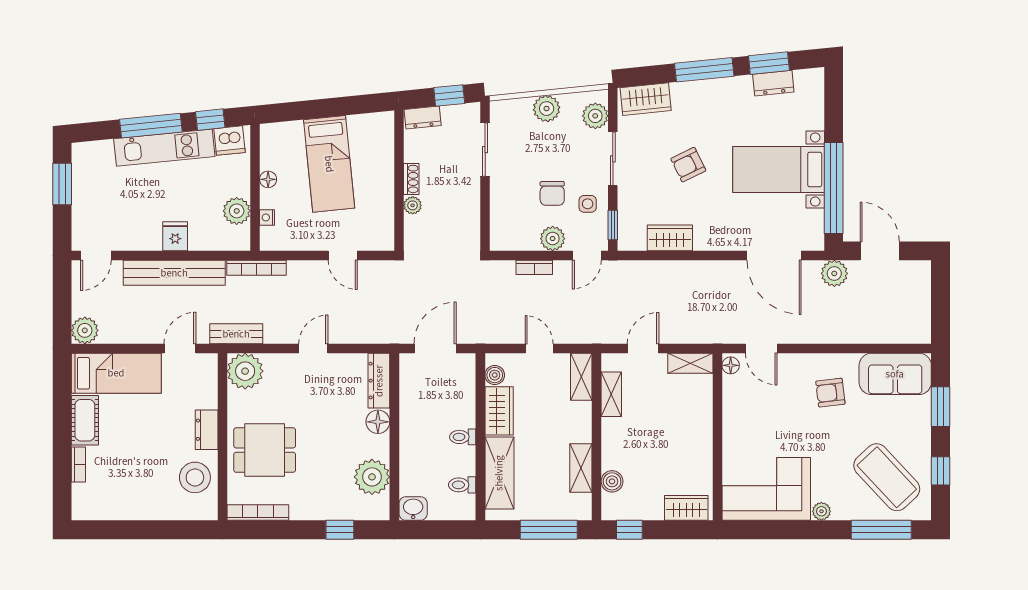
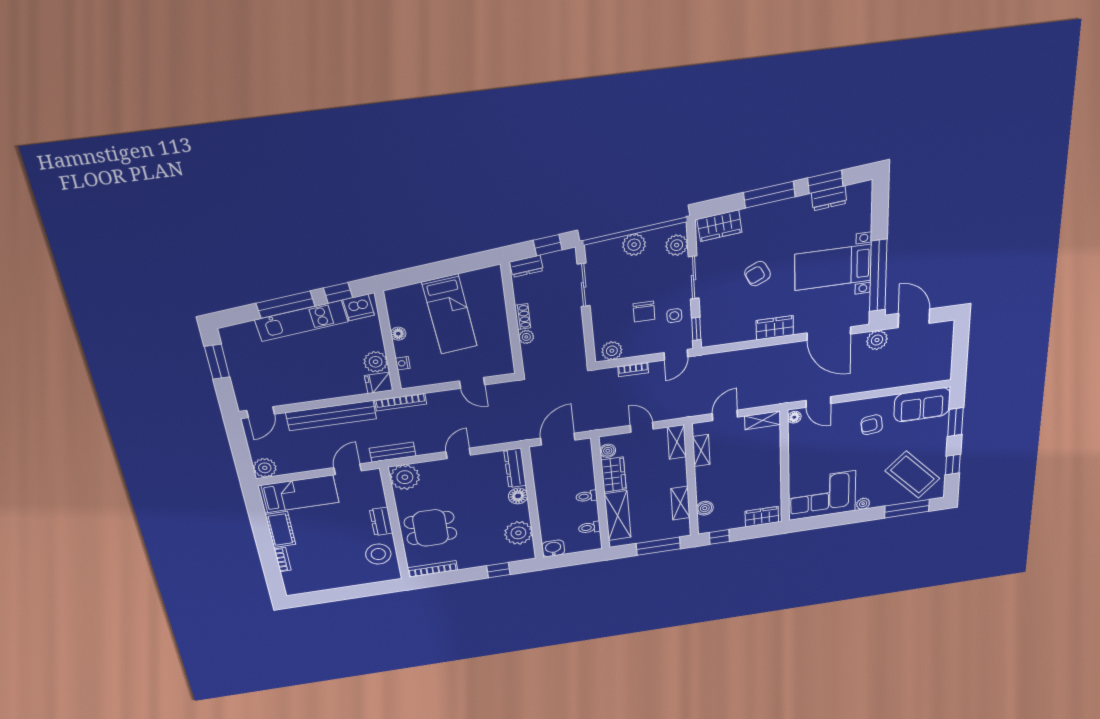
fridge: (175, 236) -> (379, 383), moved, turned -90
wardrobe: (670, 238) -> (775, 328), moved
plant: (553, 239) -> (612, 351), moved

